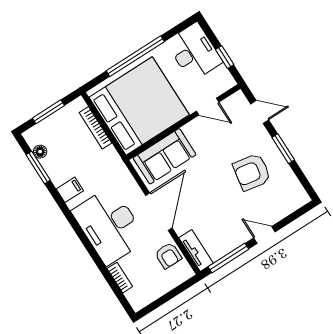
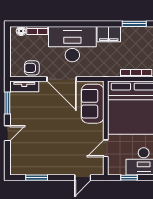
window: (283, 149) -> (37, 178), moved
floor lamp: (40, 152) -> (21, 31), moved
armchair: (252, 172) -> (50, 150), removed
filing cabinet: (70, 190) -> (109, 34), width x2.00
window: (228, 258) -> (7, 103), width x0.69

